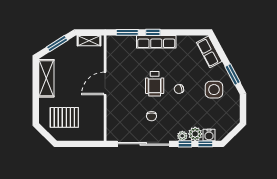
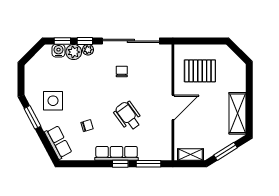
wheelchair: (155, 84) -> (128, 116), moved, turned -36
chair: (179, 89) -> (87, 126), moved
pallet: (64, 117) -> (200, 71), moved

